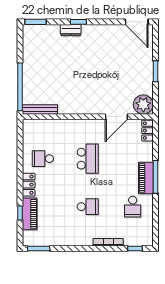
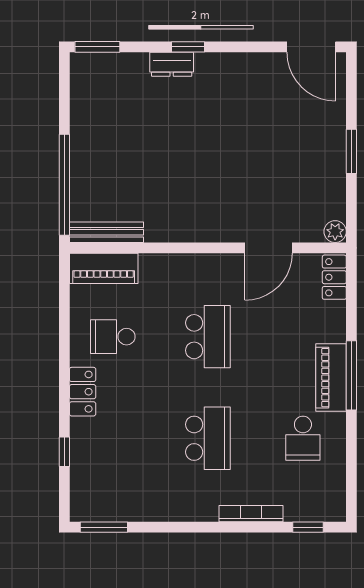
plant: (143, 105) -> (335, 232), width x0.53, depth x0.53
school desk: (88, 207) -> (208, 438), width x1.85
piano: (30, 214) -> (104, 268), moved, turned 90

